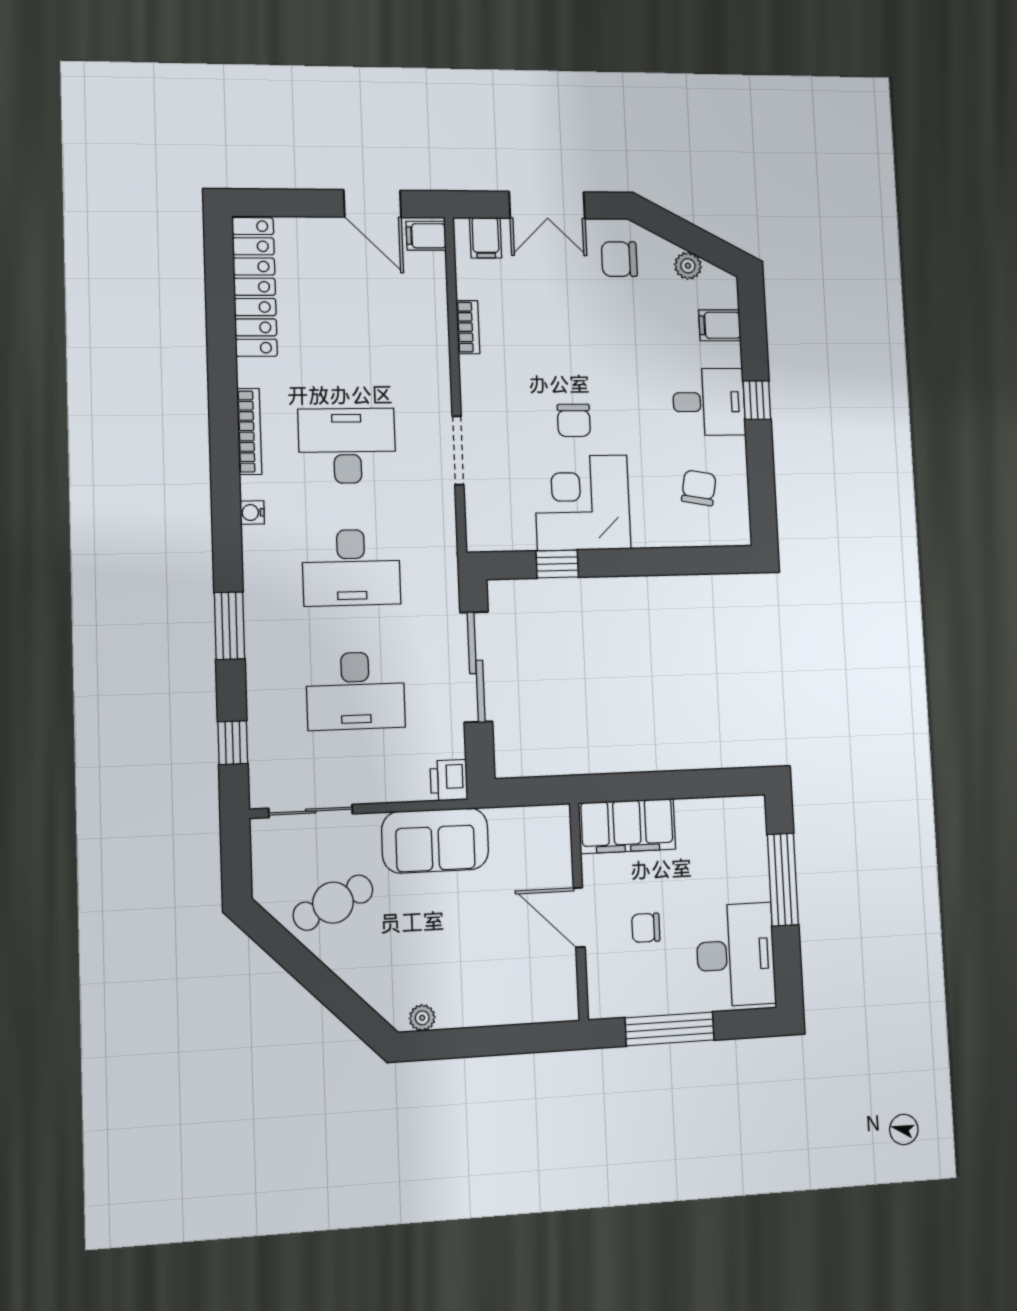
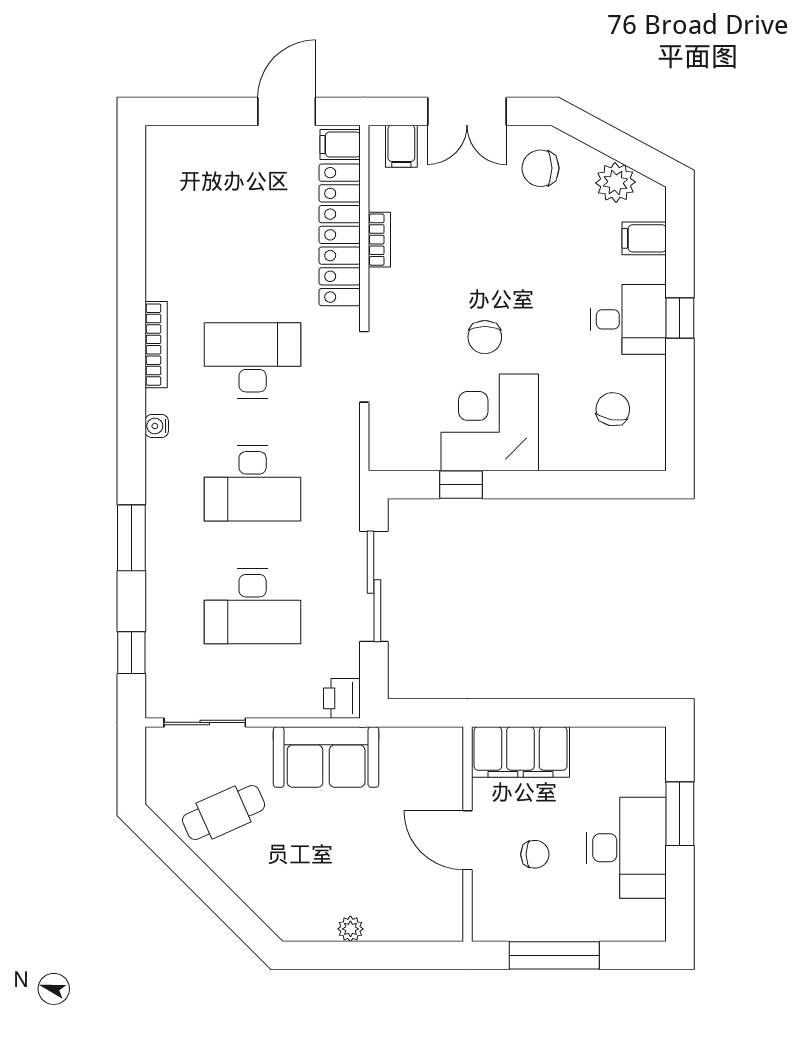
door: (372, 204) -> (287, 111), swing flipped
plant: (688, 266) -> (616, 182), width x1.38, depth x1.38
locker: (255, 287) -> (340, 235), moved, turned 180
window: (783, 880) -> (680, 814), width x0.69
chair: (646, 928) -> (535, 854), turned 180
desk: (736, 955) -> (626, 848), moved
plant: (422, 1018) -> (350, 929), moved

